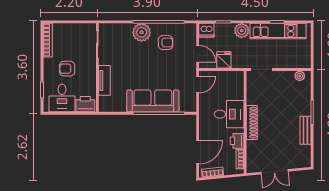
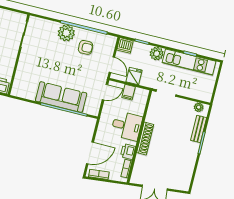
filing cabinet: (222, 78) -> (129, 92), added
tv unit: (104, 80) -> (22, 68), removed
bench: (305, 130) -> (199, 129), moved

